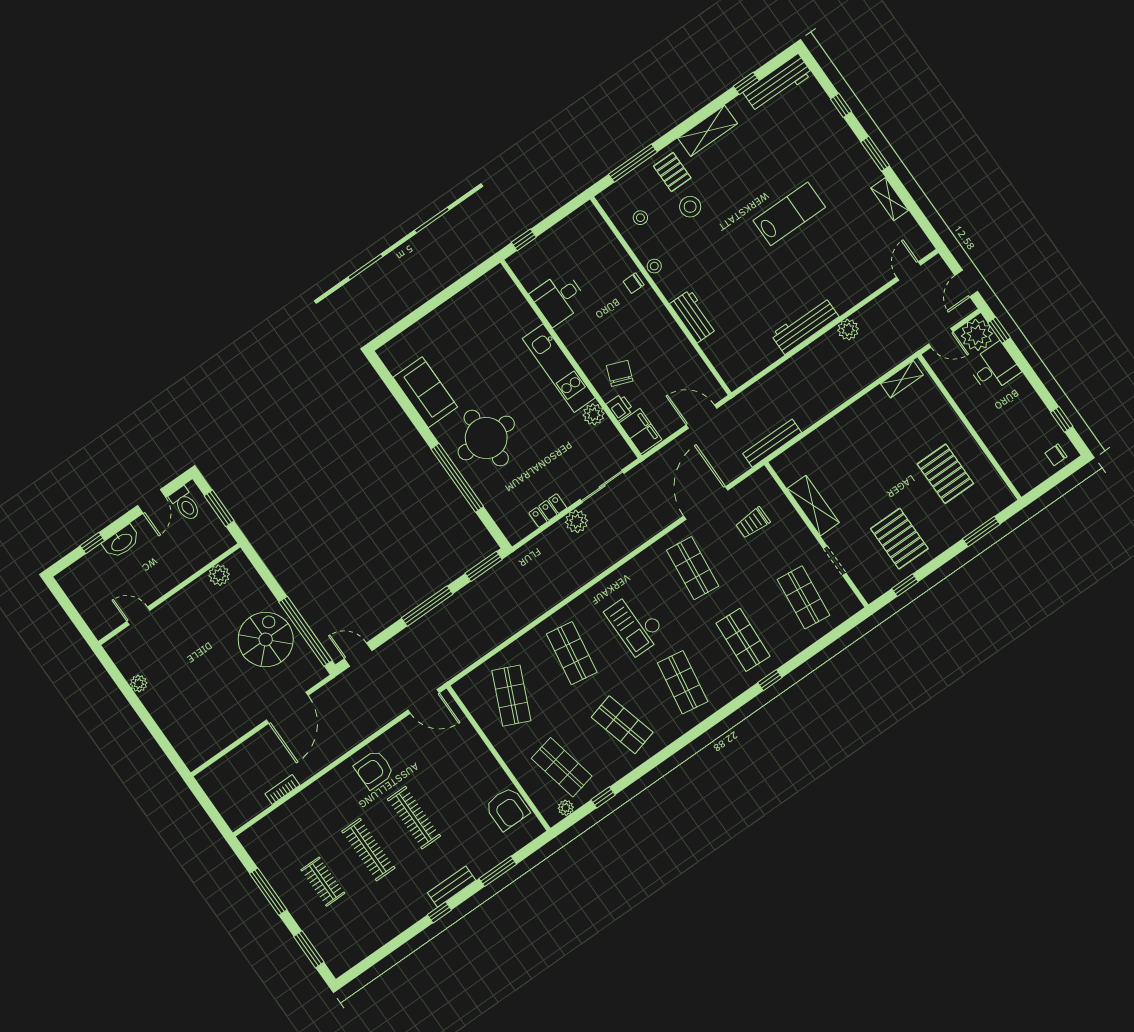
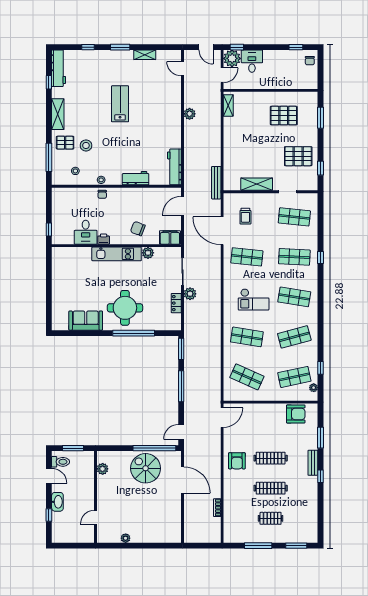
workbench: (805, 326) -> (174, 167), moved
printer: (620, 407) -> (104, 239), moved

